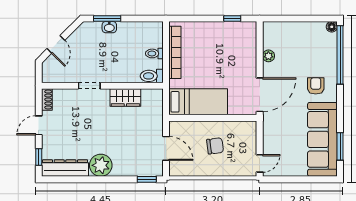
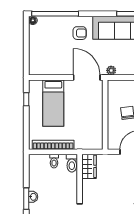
plant: (268, 56) -> (111, 70), moved
armchair: (316, 86) -> (80, 33), turned 180
wardrobe: (125, 98) -> (89, 166), moved
bed: (198, 102) -> (53, 103), moved, turned 180

